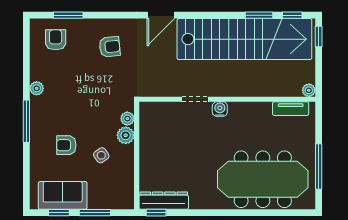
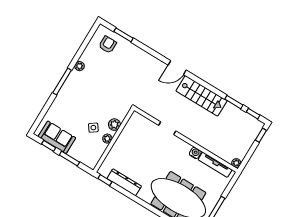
stairs: (244, 39) -> (202, 96), width x0.54, depth x0.66
armchair: (110, 47) -> (136, 68), removed
water cooler: (220, 109) -> (195, 153), moved
tv unit: (291, 109) -> (215, 165), width x1.41
plant: (127, 119) -> (107, 139), moved
armchair: (66, 145) -> (77, 109), removed
dresser: (164, 201) -> (124, 182), moved

